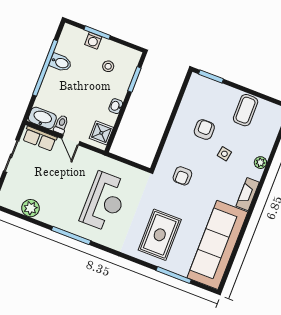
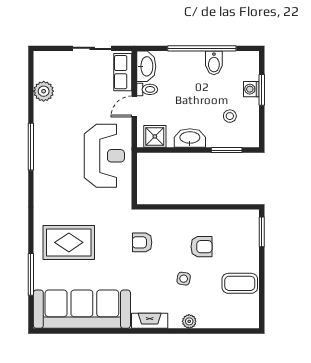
washbasin: (116, 106) -> (190, 138), width x1.91, depth x1.45
reception desk: (104, 202) -> (104, 156), moved, turned -90

